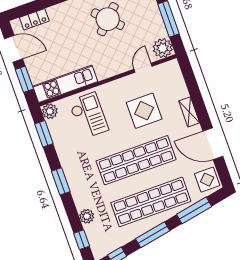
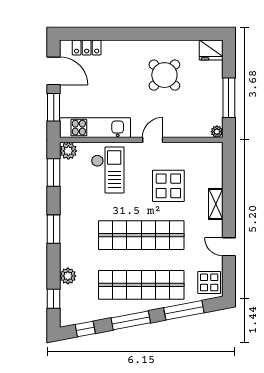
plant: (163, 48) -> (217, 132), width x0.53, depth x0.53
door: (143, 68) -> (153, 140), moved
door: (213, 144) -> (229, 247), width x0.53

